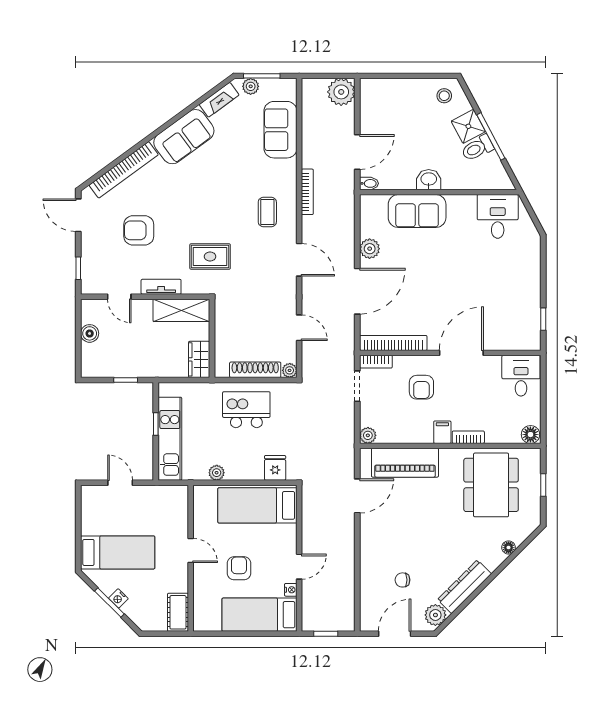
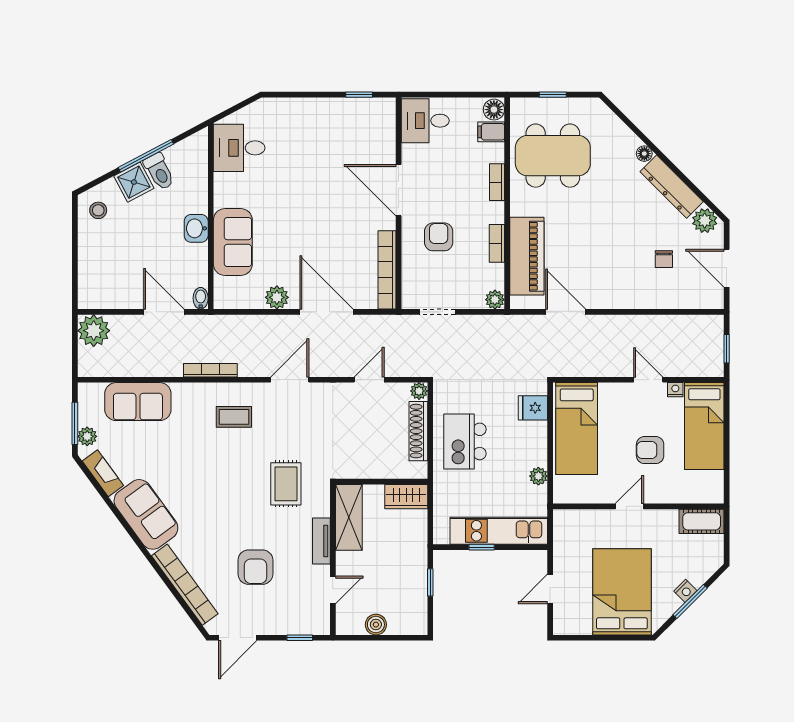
bookcase: (376, 362) -> (497, 243), moved, turned 180
armchair: (421, 387) -> (439, 237), turned -90
filing cabinet: (442, 432) -> (491, 132), moved
floor lamp: (509, 547) -> (644, 154), moved
bed: (118, 552) -> (622, 592), width x1.50

